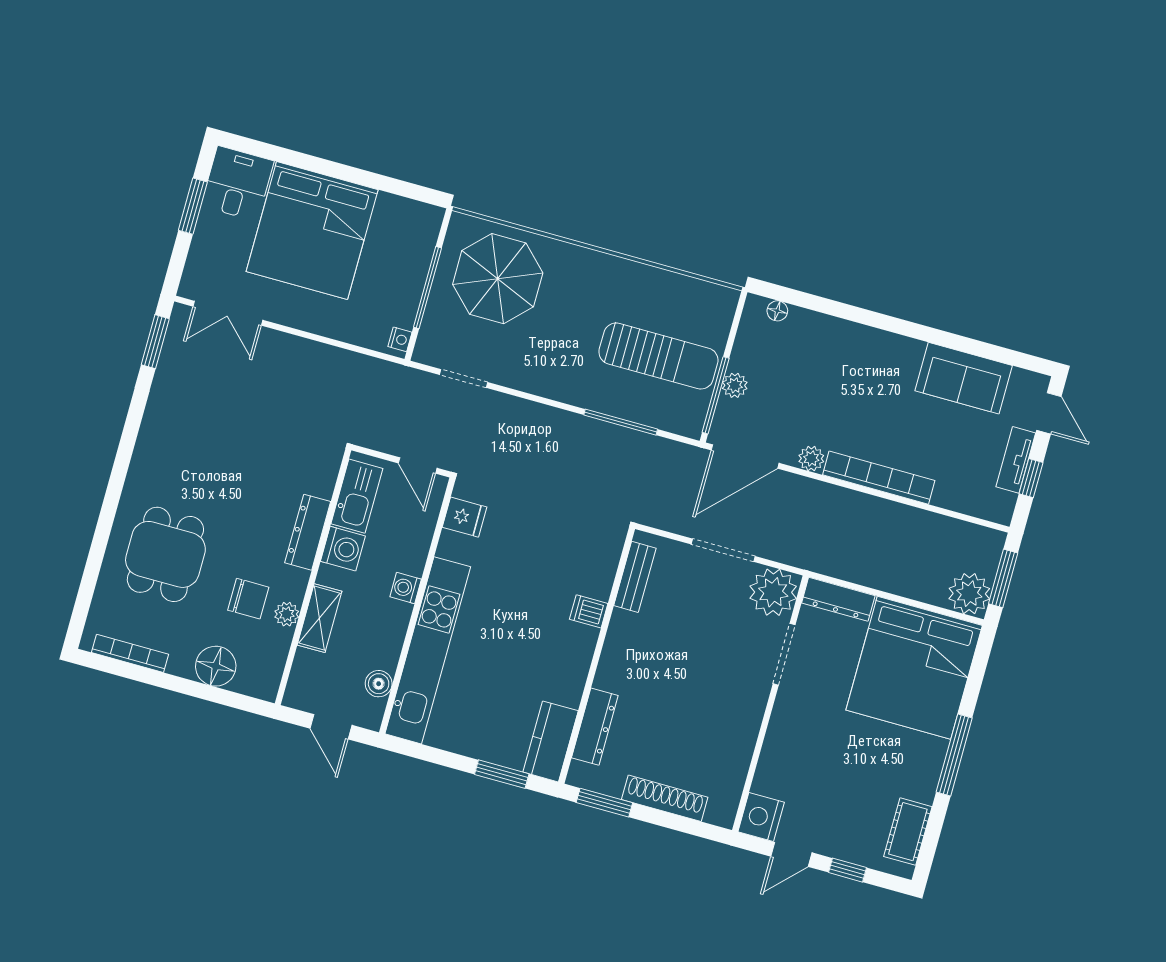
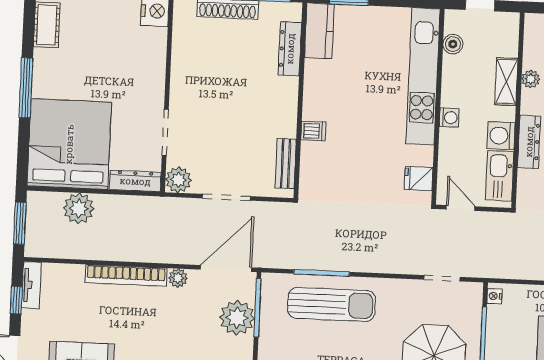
sun lounger: (658, 356) -> (332, 304), moved, turned 180
plant: (735, 385) -> (237, 318), width x1.87, depth x1.87
tv unit: (1016, 460) -> (31, 285), moved
plant: (773, 592) -> (178, 180), width x0.73, depth x0.73
plant: (969, 594) -> (79, 208), moved

